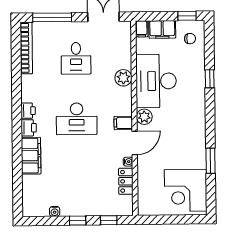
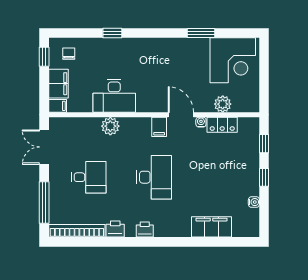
desk: (156, 81) -> (114, 96), width x0.73, depth x0.77
plant: (144, 117) -> (223, 104), moved
printer: (29, 128) -> (115, 229), moved
filing cabinet: (31, 156) -> (211, 227), moved

